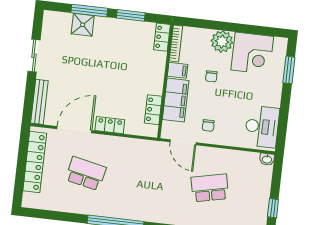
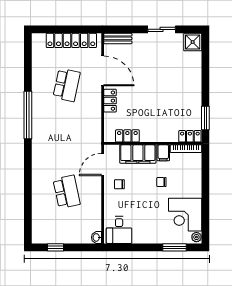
window: (89, 11) -> (205, 72), removed
window: (131, 15) -> (205, 118), moved
shower: (83, 25) -> (193, 42), moved
plant: (222, 42) -> (196, 237), moved, width x0.53, depth x0.53
bench: (39, 102) -> (118, 38), width x0.73
desk: (262, 127) -> (119, 230), width x0.73

